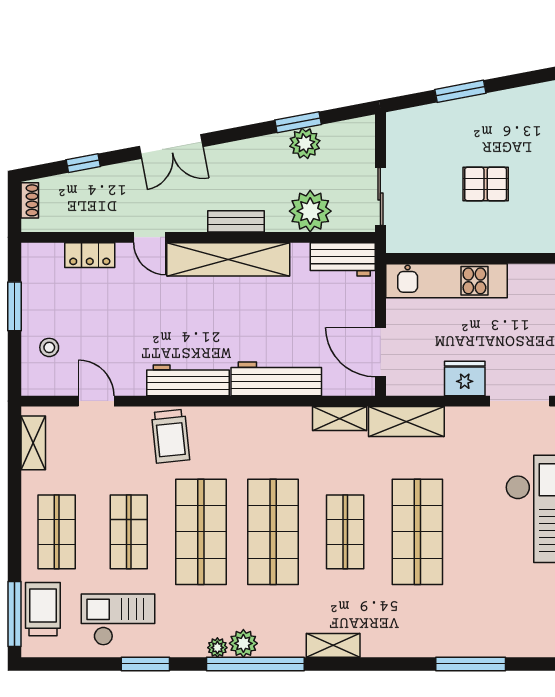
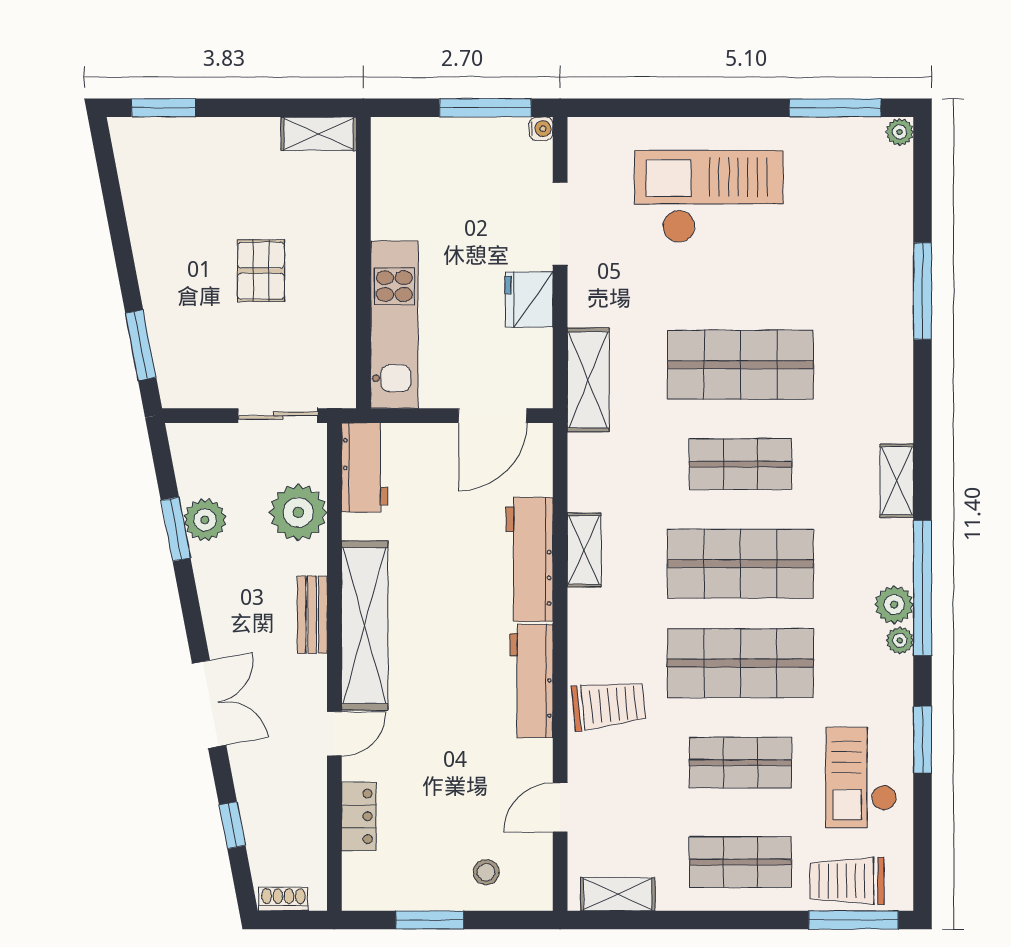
window: (460, 91) -> (141, 345), moved
shelving: (340, 418) -> (584, 550), moved

